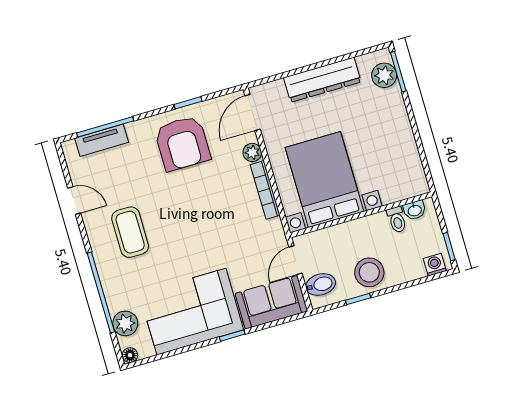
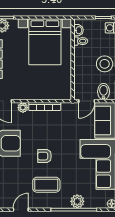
bed with nightstands: (324, 180) -> (45, 42), moved, turned -90
armchair: (179, 215) -> (45, 156), added
door: (295, 260) -> (87, 101), hinge flipped
plant: (125, 323) -> (77, 201), moved

